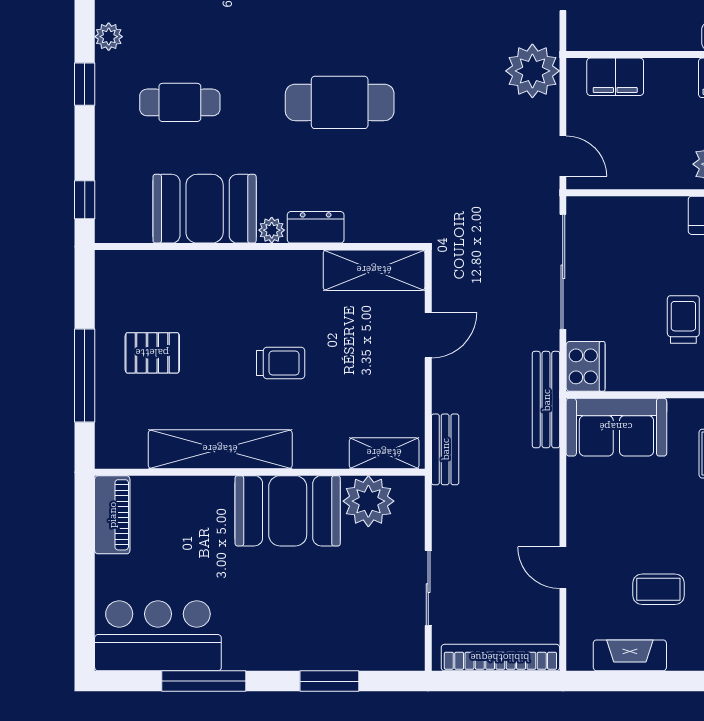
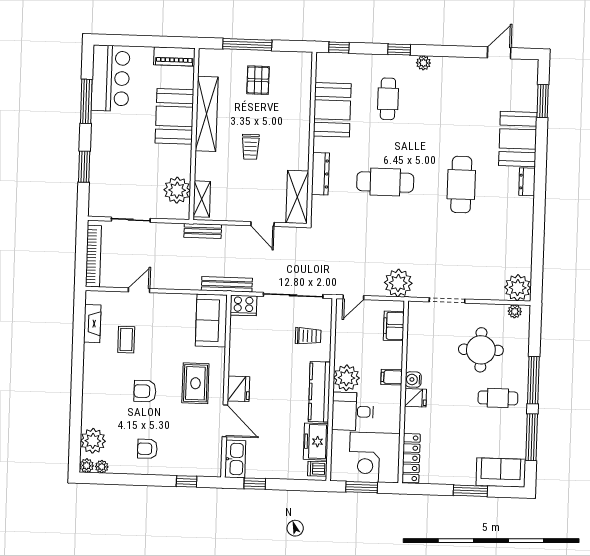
cafe table: (340, 102) -> (385, 182), turned 90
dresser: (316, 227) -> (320, 174), width x1.44
plant: (272, 230) -> (320, 144), removed
trolley: (683, 320) -> (308, 336), moved
booth: (288, 511) -> (174, 116), moved

